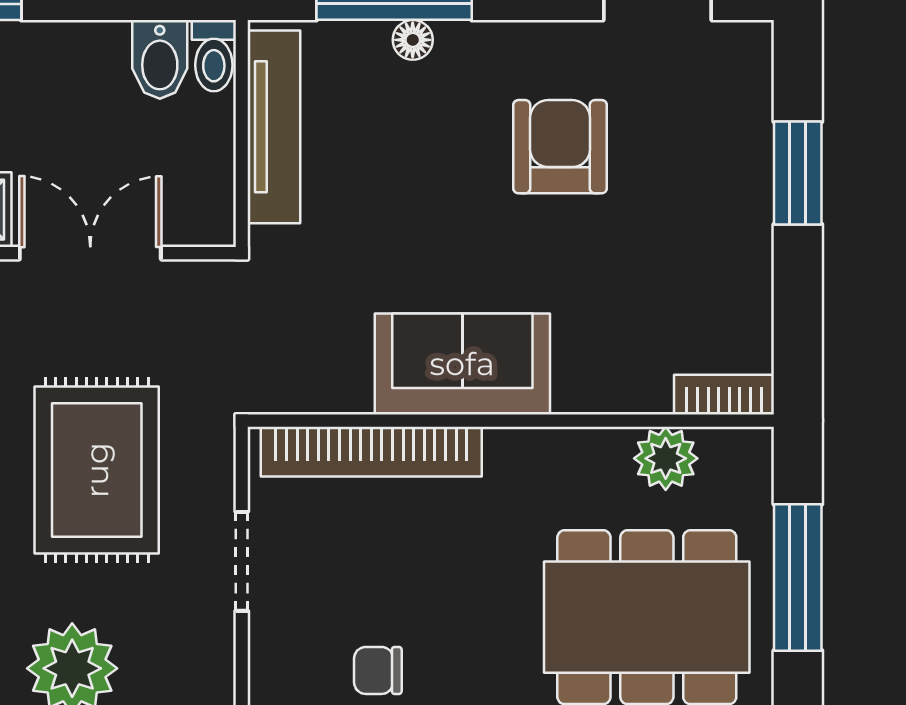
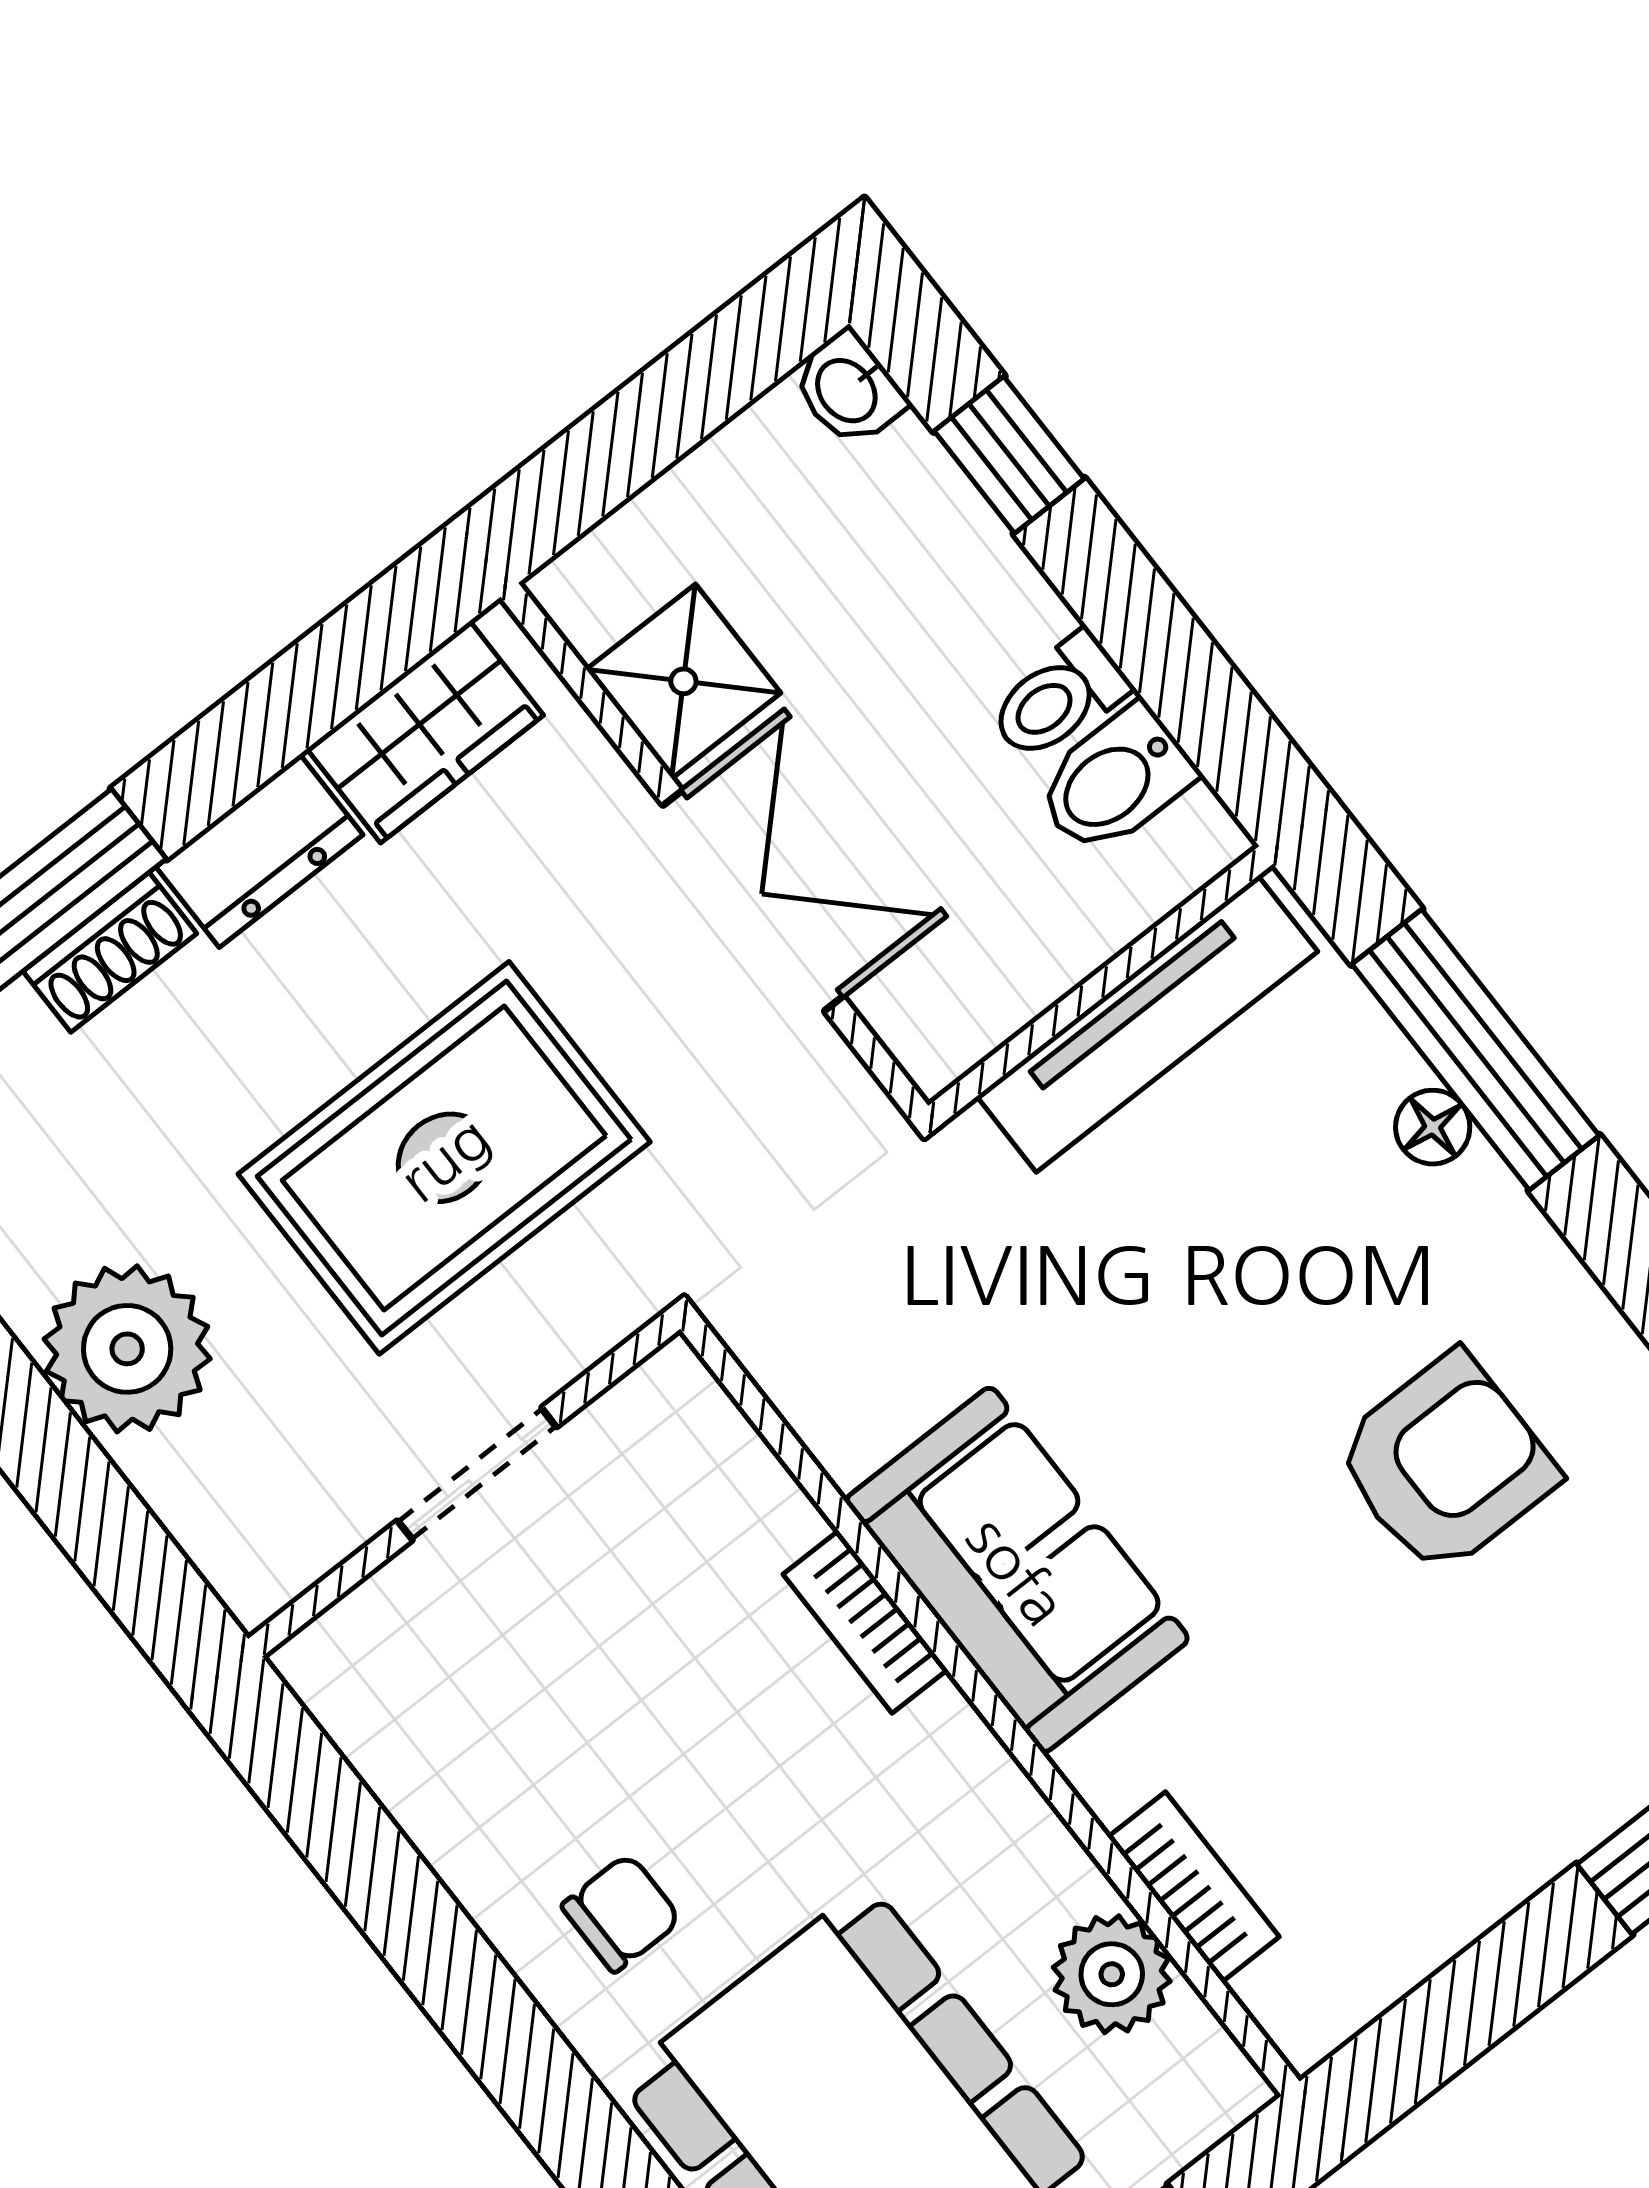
toilet: (214, 56) -> (1059, 697), moved
bookcase: (724, 395) -> (1193, 1887), moved
bookcase: (371, 452) -> (865, 1622), width x0.43, depth x0.76
chair: (378, 670) -> (621, 1913), moved, turned 90

